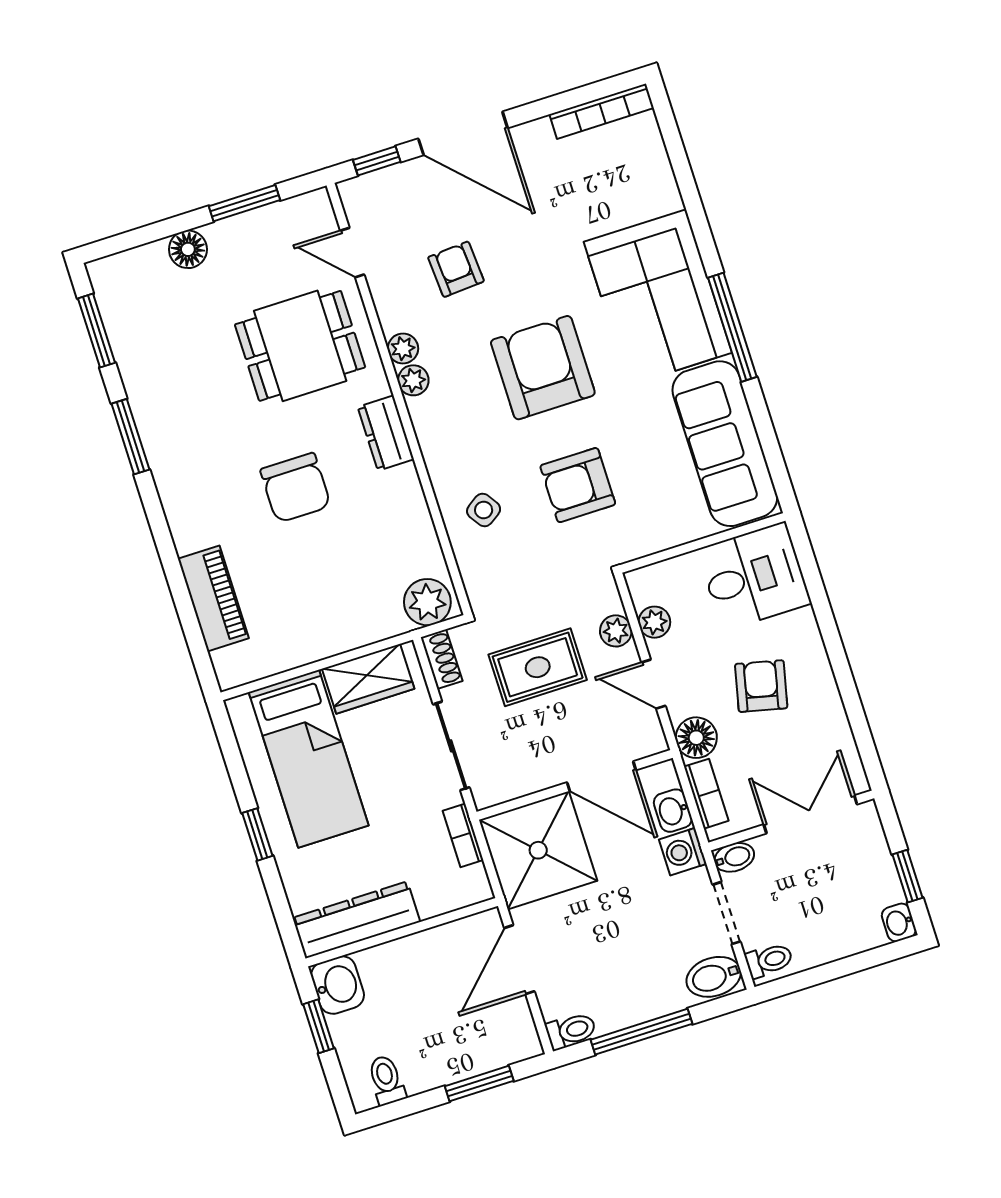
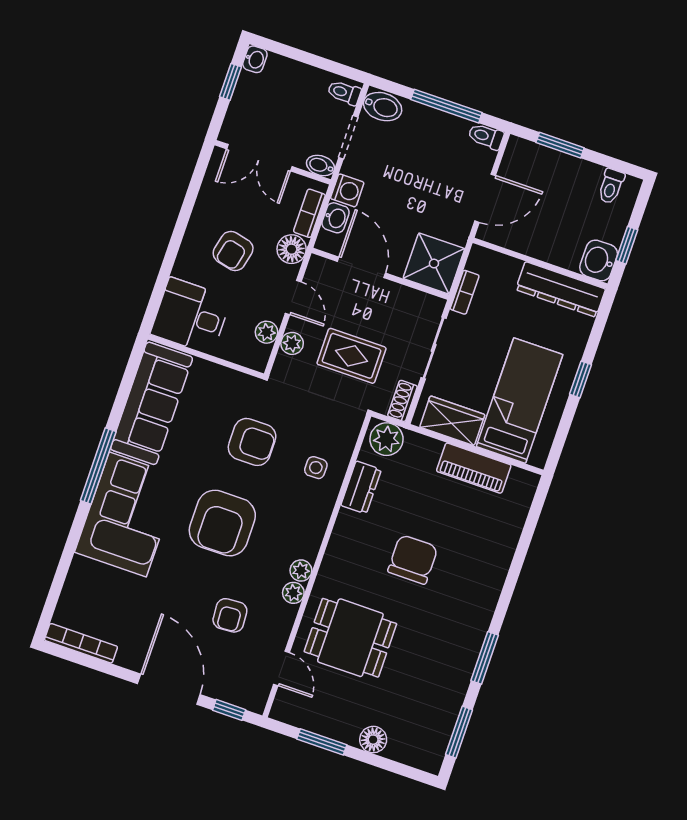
dresser: (386, 433) -> (361, 487), moved
side table: (484, 510) -> (316, 468), turned 34
piano: (213, 598) -> (474, 468), moved, turned -90
shower: (538, 850) -> (434, 264), width x0.73, depth x0.73

